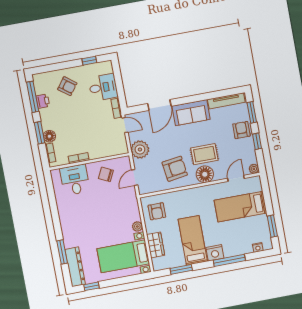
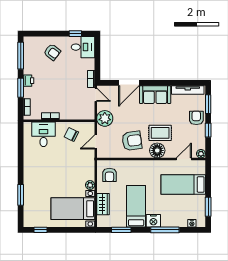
desk: (103, 87) -> (83, 47), moved
printer: (43, 101) -> (29, 81), moved
floor lamp: (49, 136) -> (29, 92), removed
dresser: (75, 267) -> (29, 210), removed

